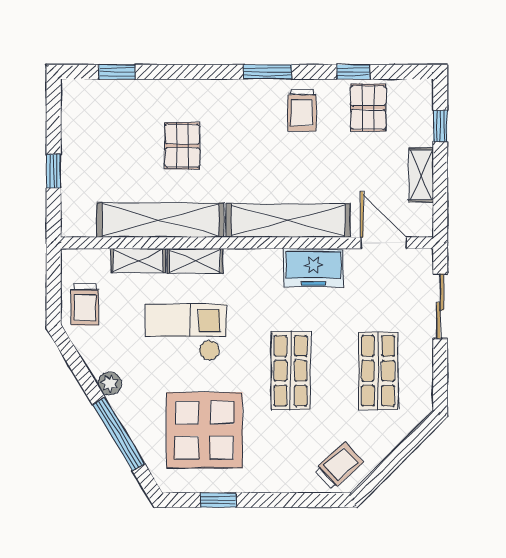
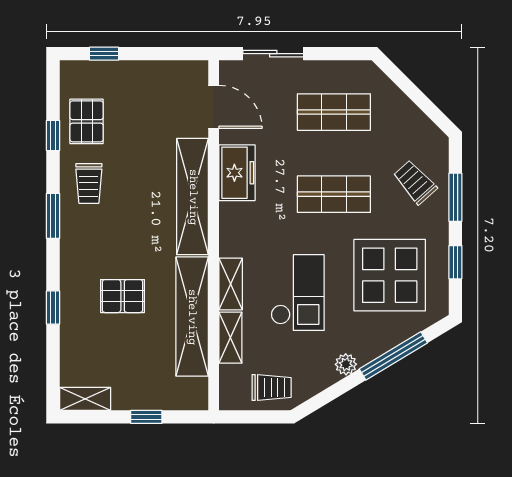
window: (117, 72) -> (53, 307), moved
pallet: (368, 108) -> (87, 121), turned 90
trolley: (302, 110) -> (89, 183), turned 90
shelving: (421, 175) -> (85, 399), moved
door: (384, 243) -> (214, 107), swing flipped
checkout: (186, 332) -> (298, 293), turned 180
trolley: (339, 466) -> (415, 182), moved
window: (287, 500) -> (455, 197), added

